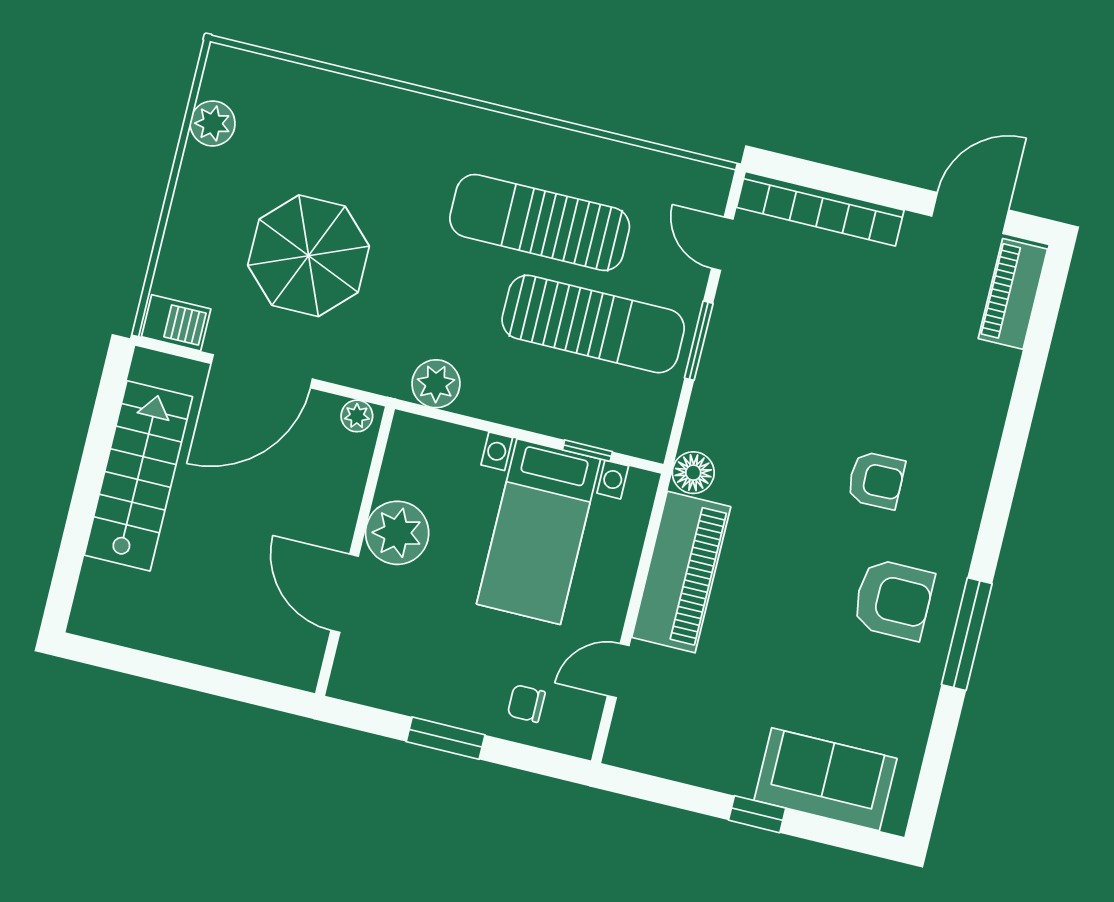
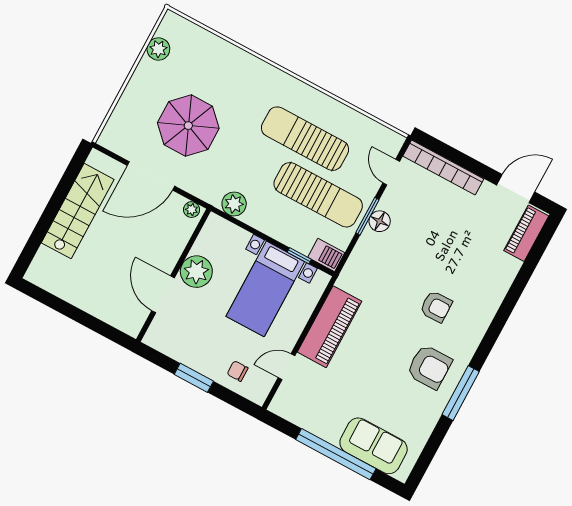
barbecue: (176, 323) -> (326, 255), moved
floor lamp: (693, 473) -> (380, 221), moved
window: (757, 814) -> (336, 454), width x3.17

